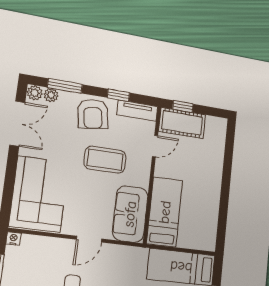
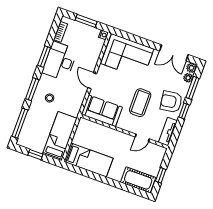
window: (118, 95) -> (184, 111), moved
window: (183, 106) -> (161, 175), moved
cot: (182, 123) -> (138, 180), moved, turned 90
door: (155, 146) -> (142, 138), hinge flipped
bed: (165, 212) -> (89, 160), moved

